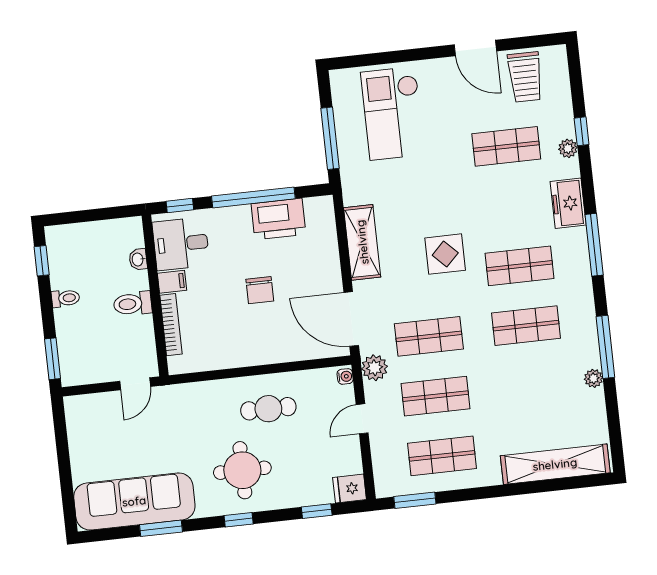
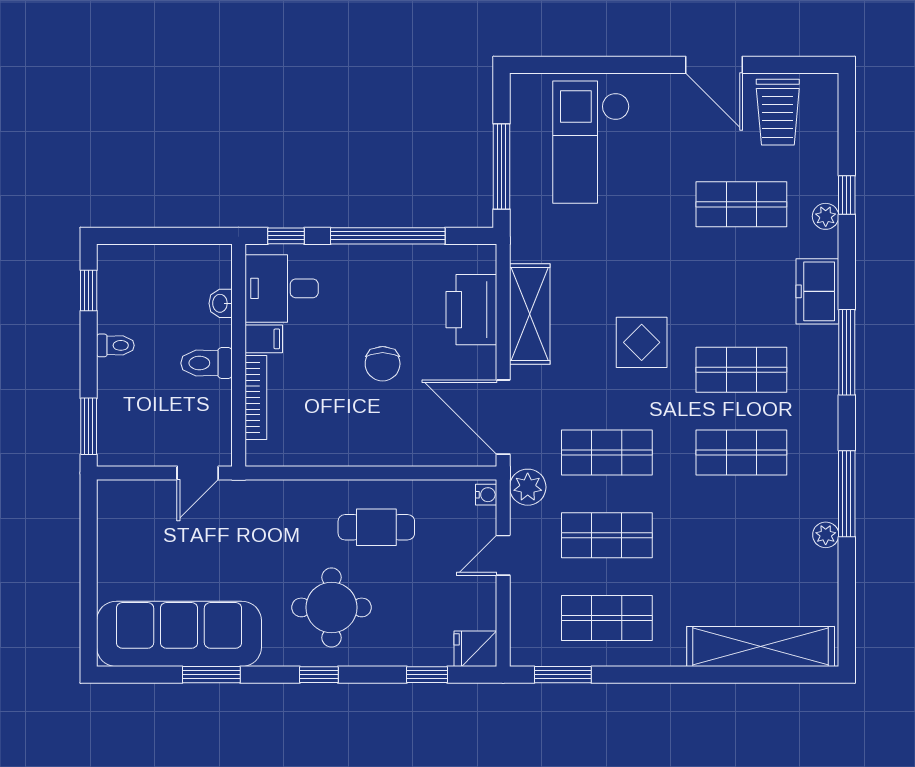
printer: (278, 219) -> (471, 310), moved, turned 90

